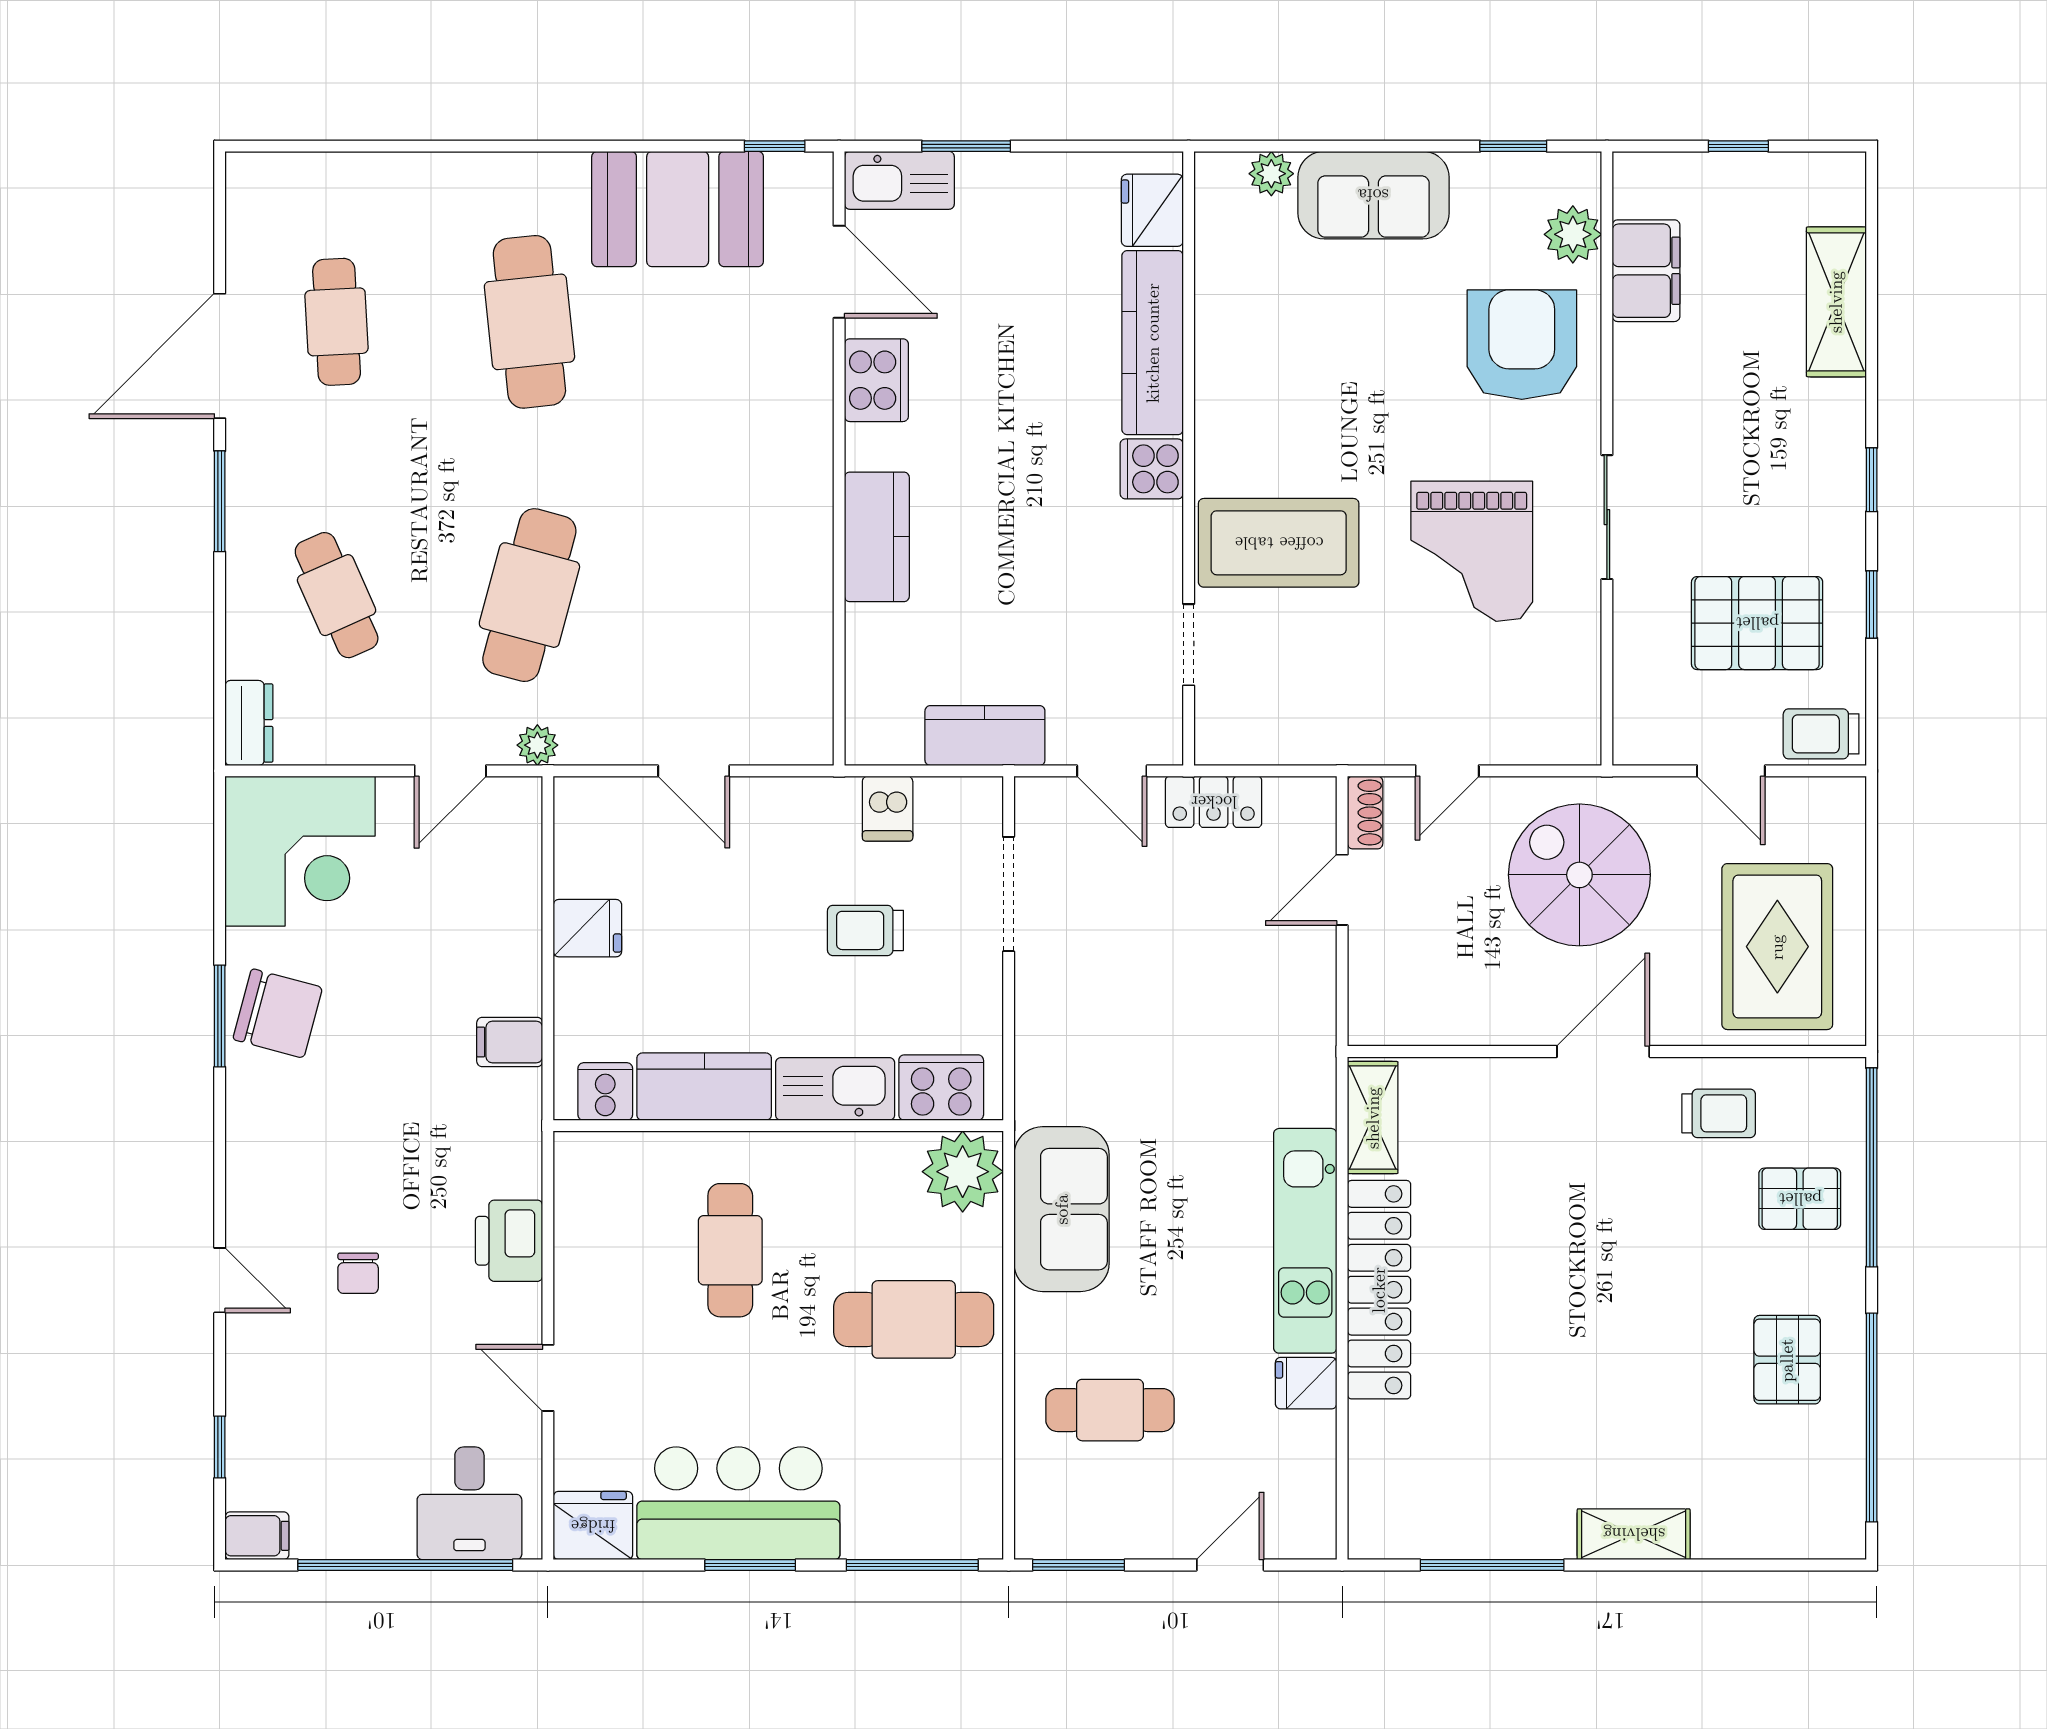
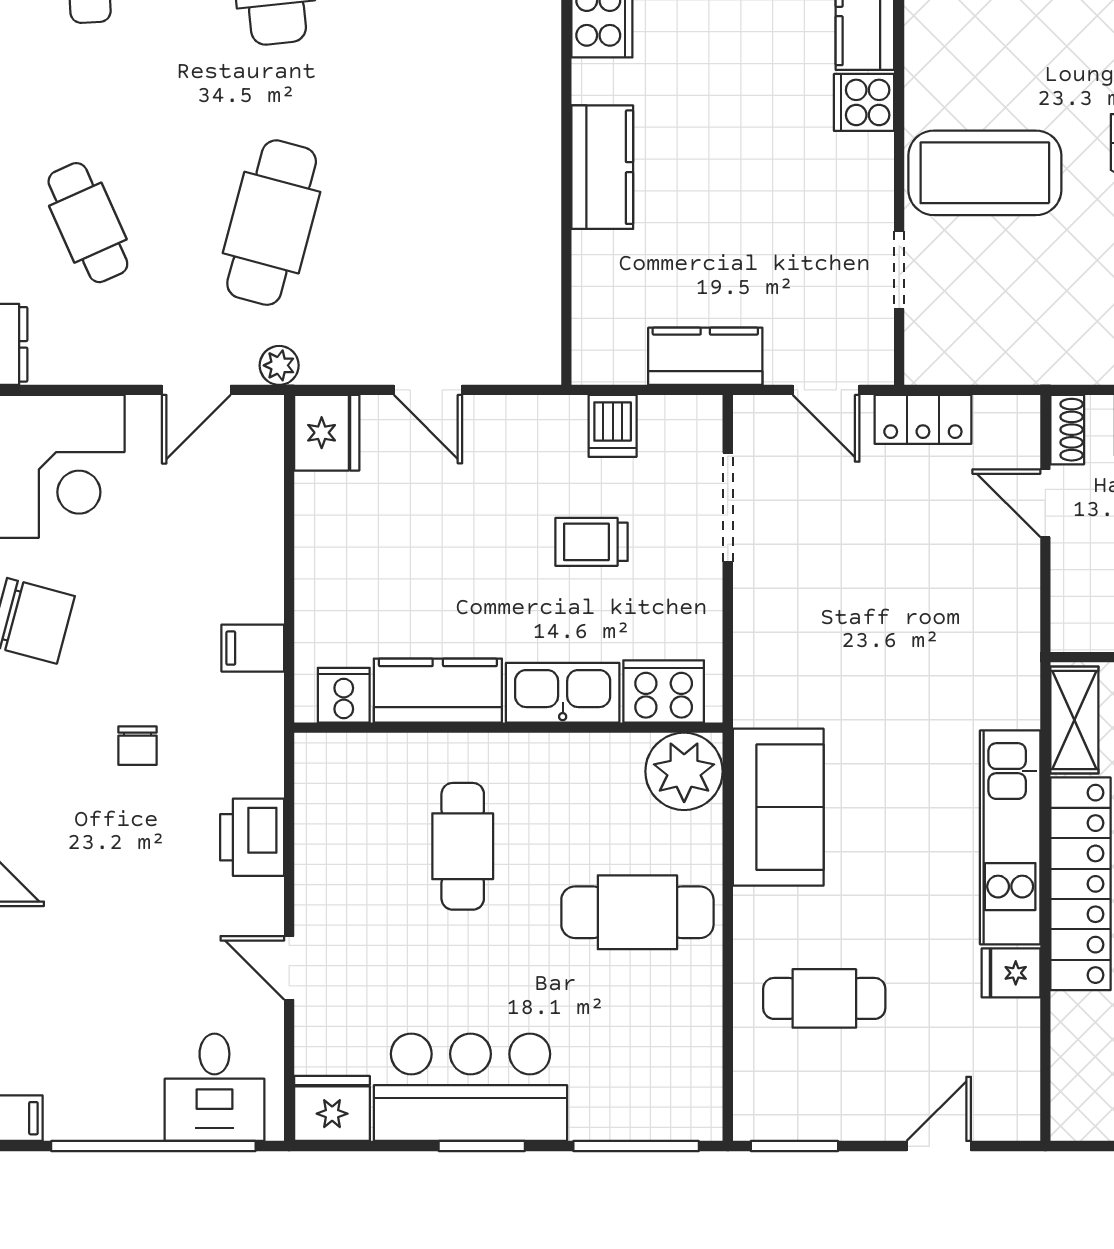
door: (1342, 890) -> (1045, 503), hinge flipped
fridge: (587, 928) -> (327, 433), moved, width x1.38
chair: (358, 1273) -> (138, 746), moved

